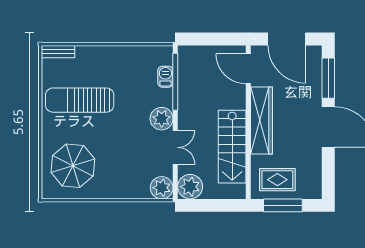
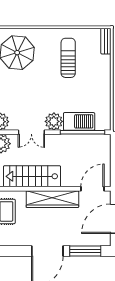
barbecue: (165, 77) -> (79, 121), width x1.88, depth x1.53
sun lounger: (80, 100) -> (68, 58), width x0.73, depth x0.75

